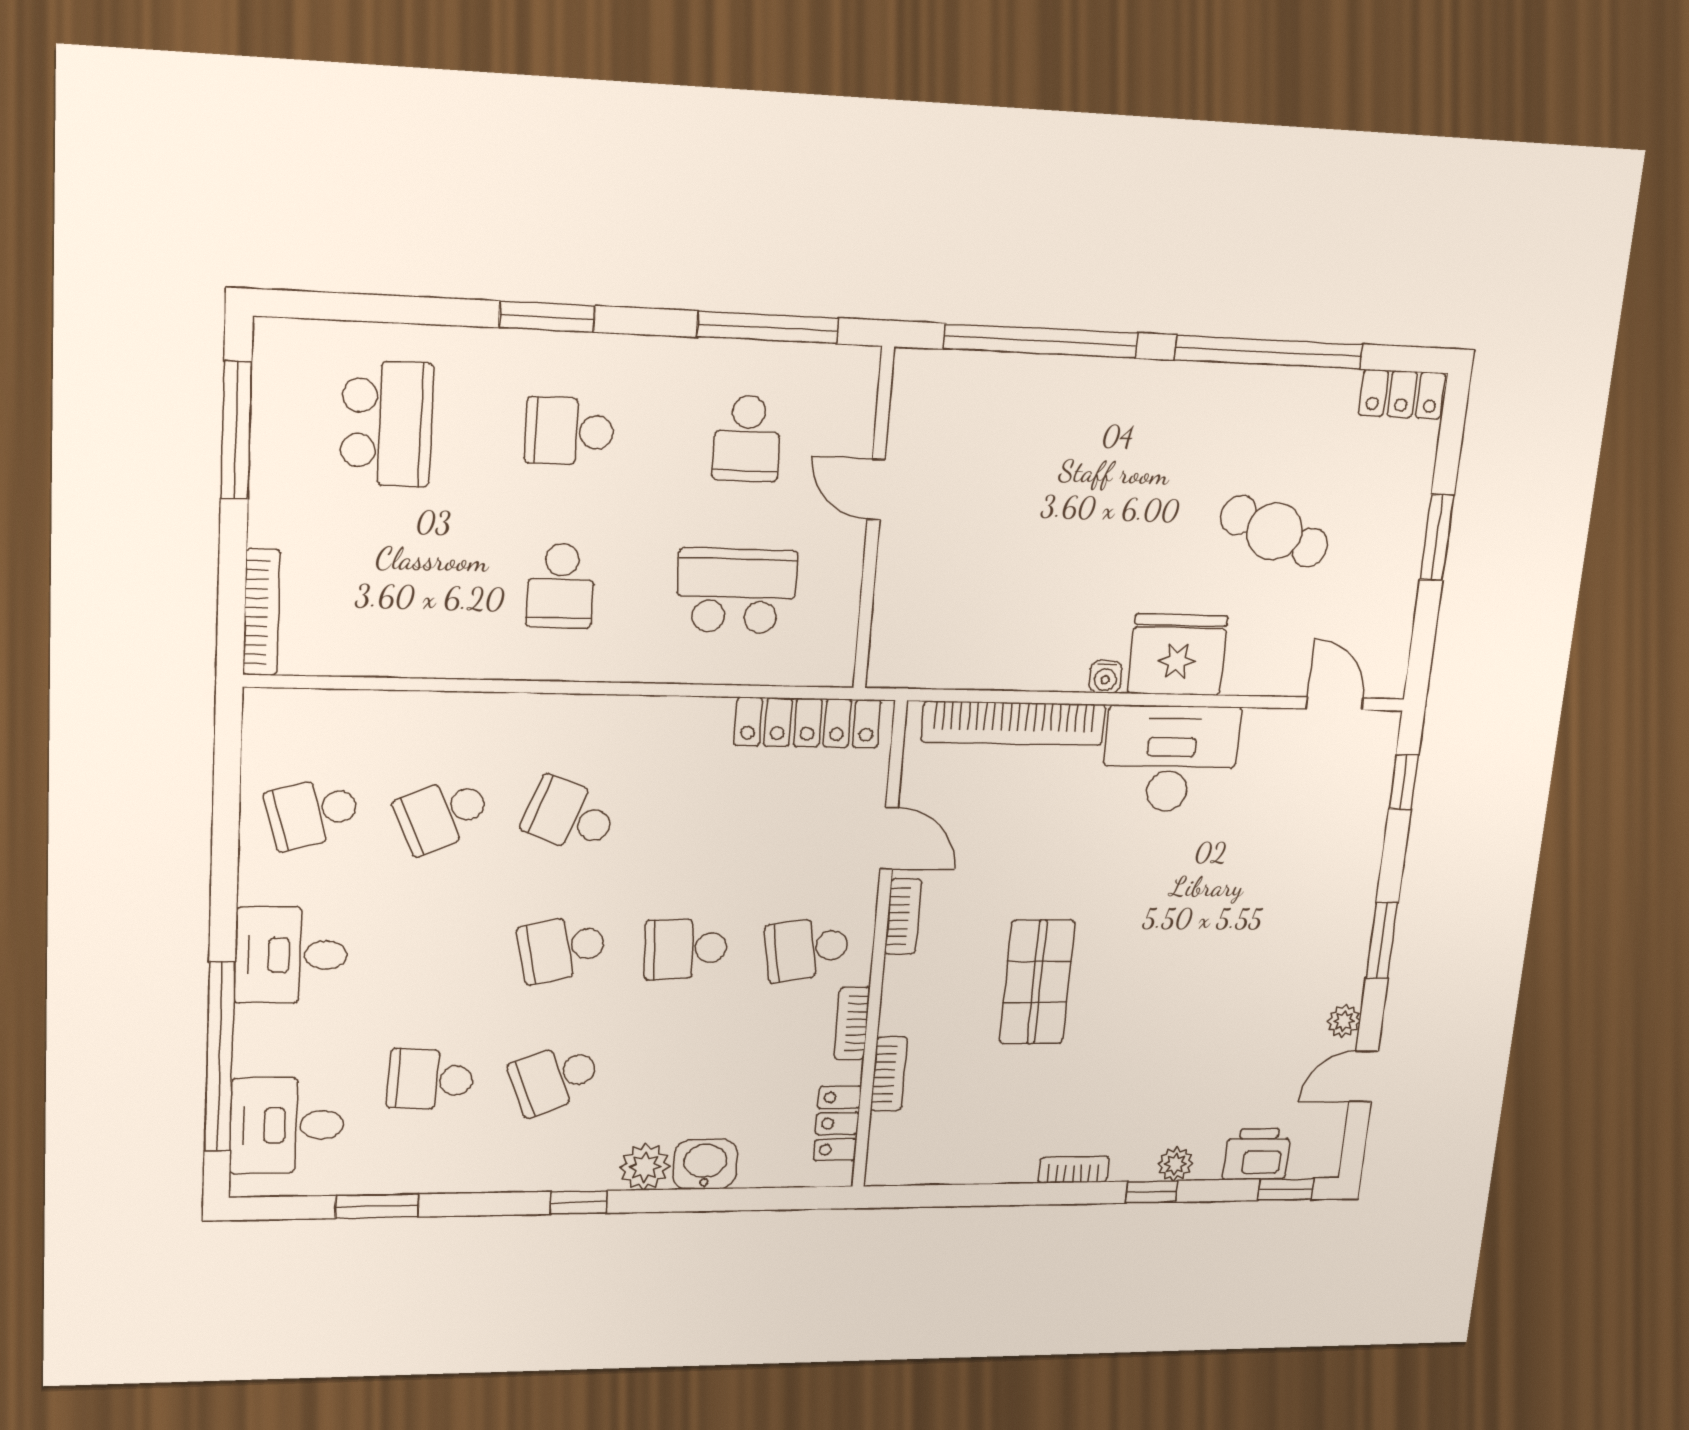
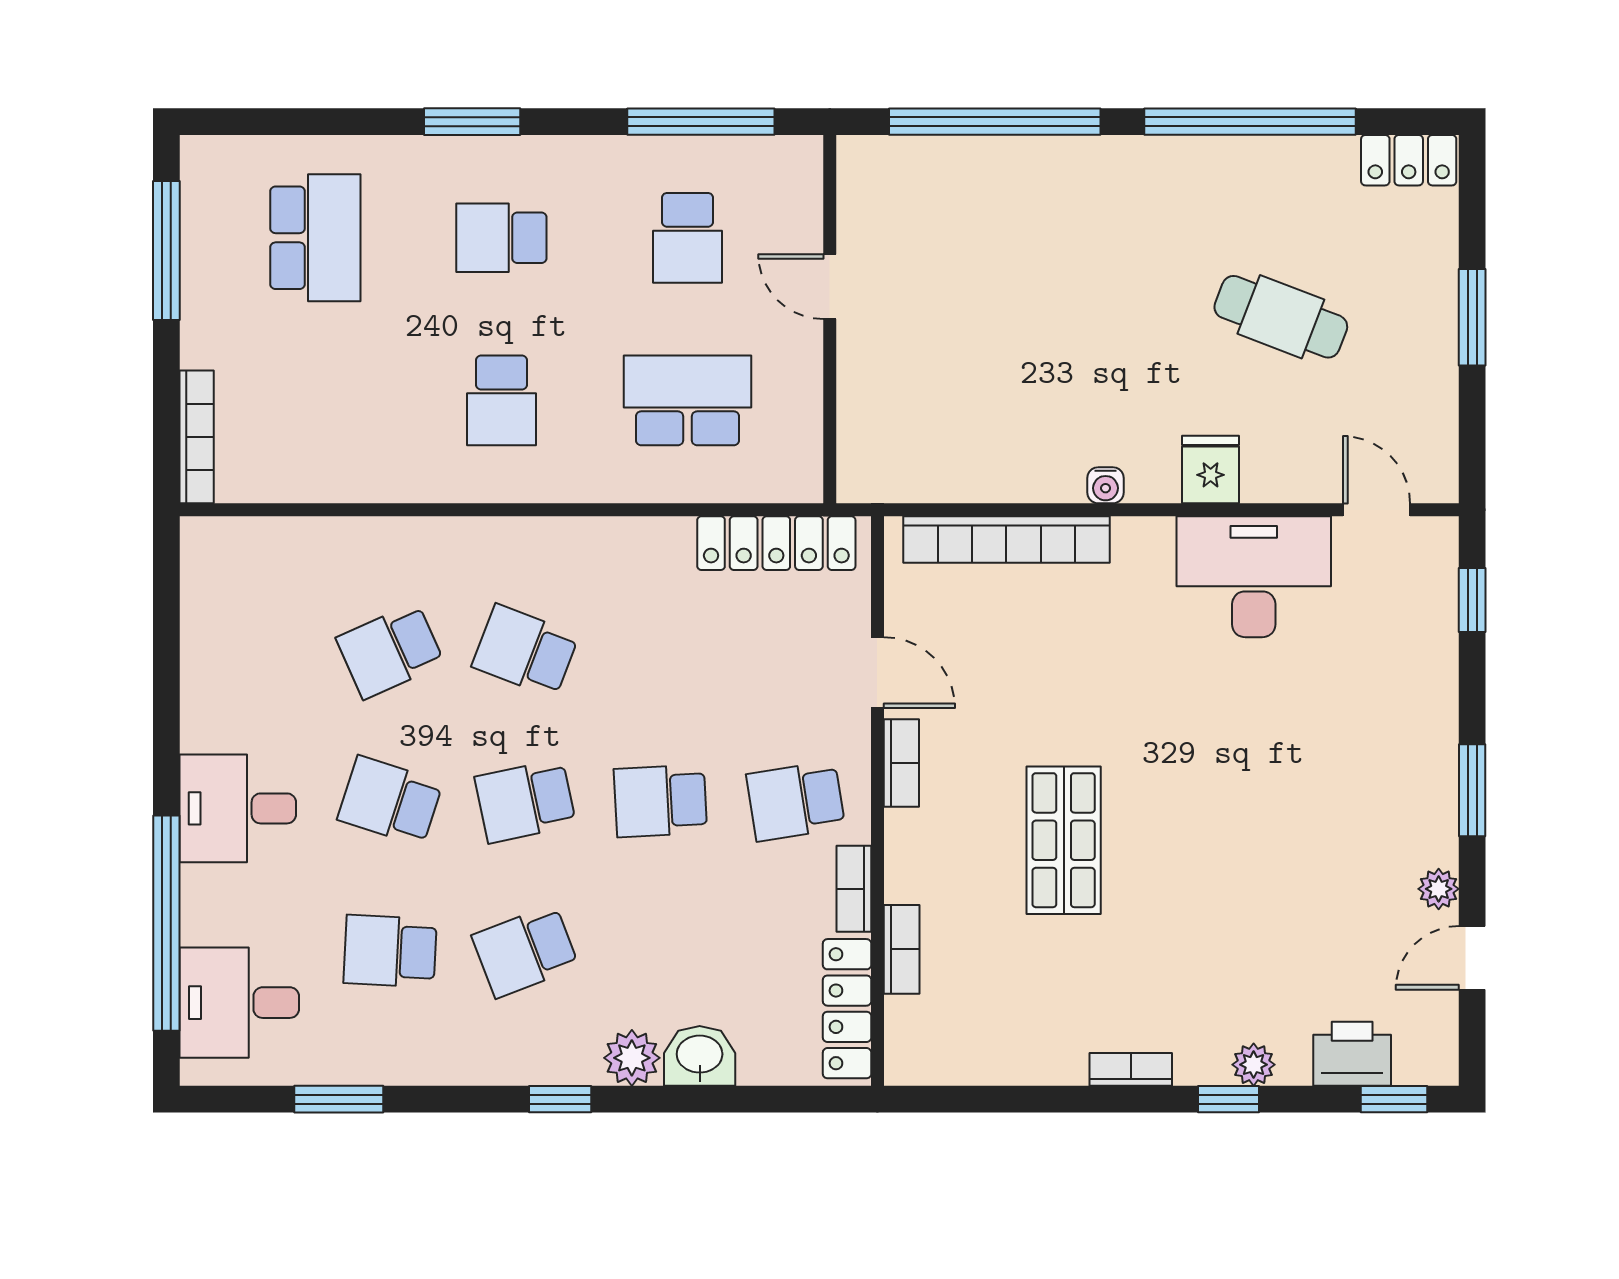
fridge: (1177, 655) -> (1211, 469), width x0.53, depth x0.75
desk: (1170, 759) -> (1254, 577), moved
school desk: (313, 813) -> (390, 801), moved, turned 33
locker: (837, 1124) -> (847, 1009), width x1.53

